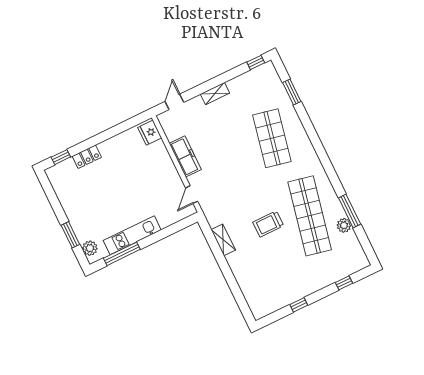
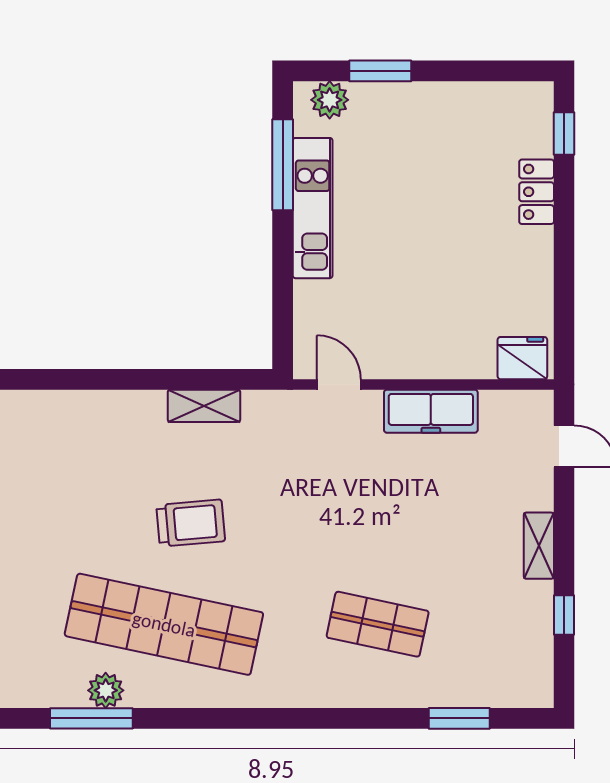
window: (256, 62) -> (564, 615), moved
shop shelf: (272, 138) -> (378, 624), width x0.70, depth x0.74
window: (350, 211) -> (91, 718), moved
trolley: (268, 224) -> (191, 523), turned 85

